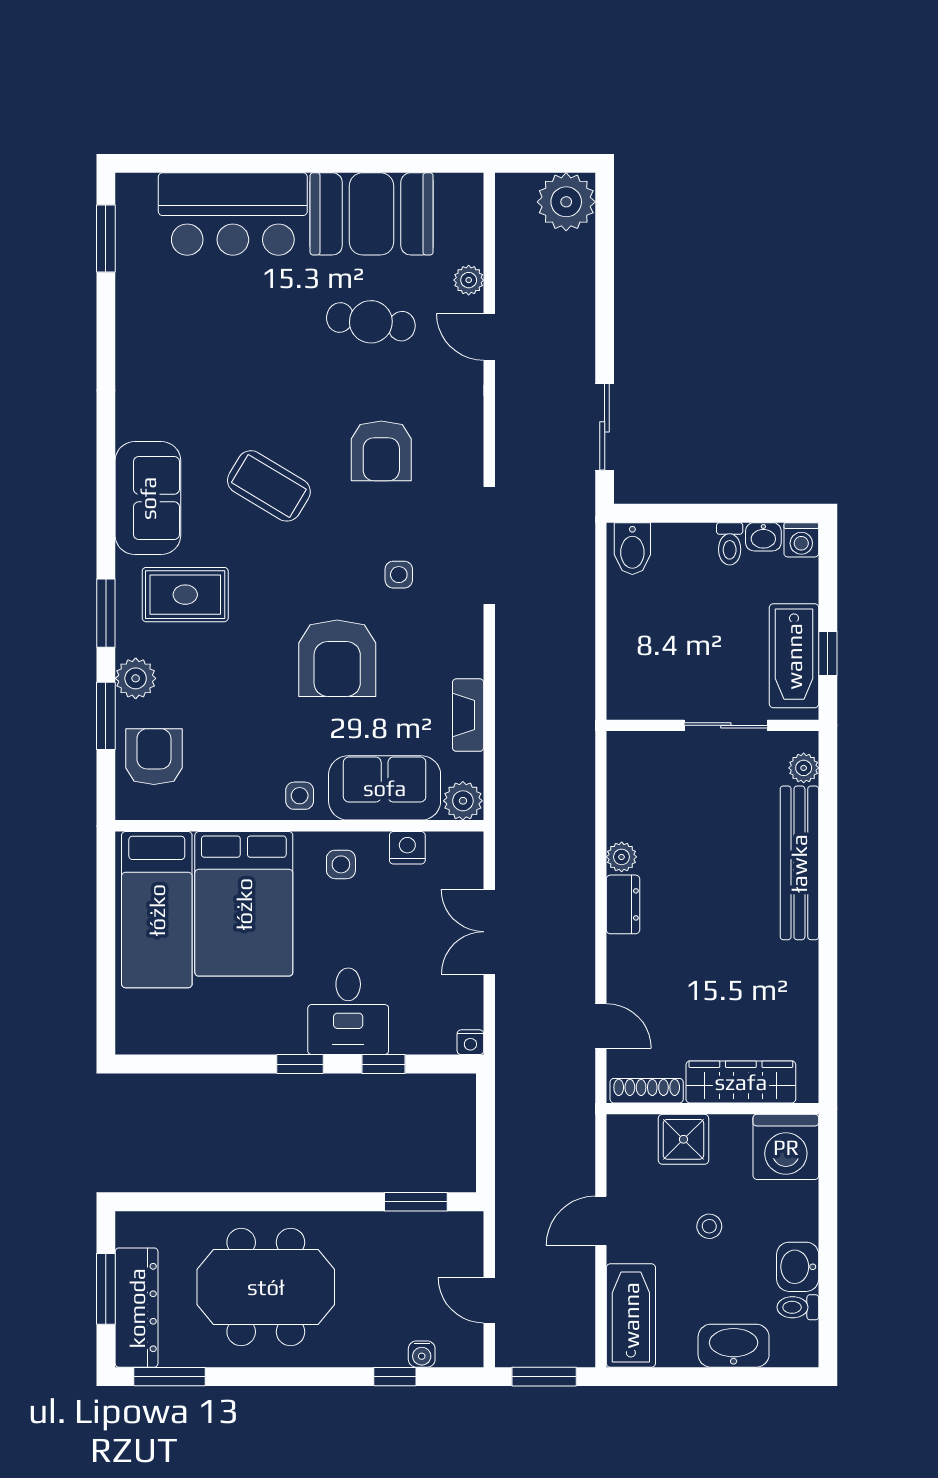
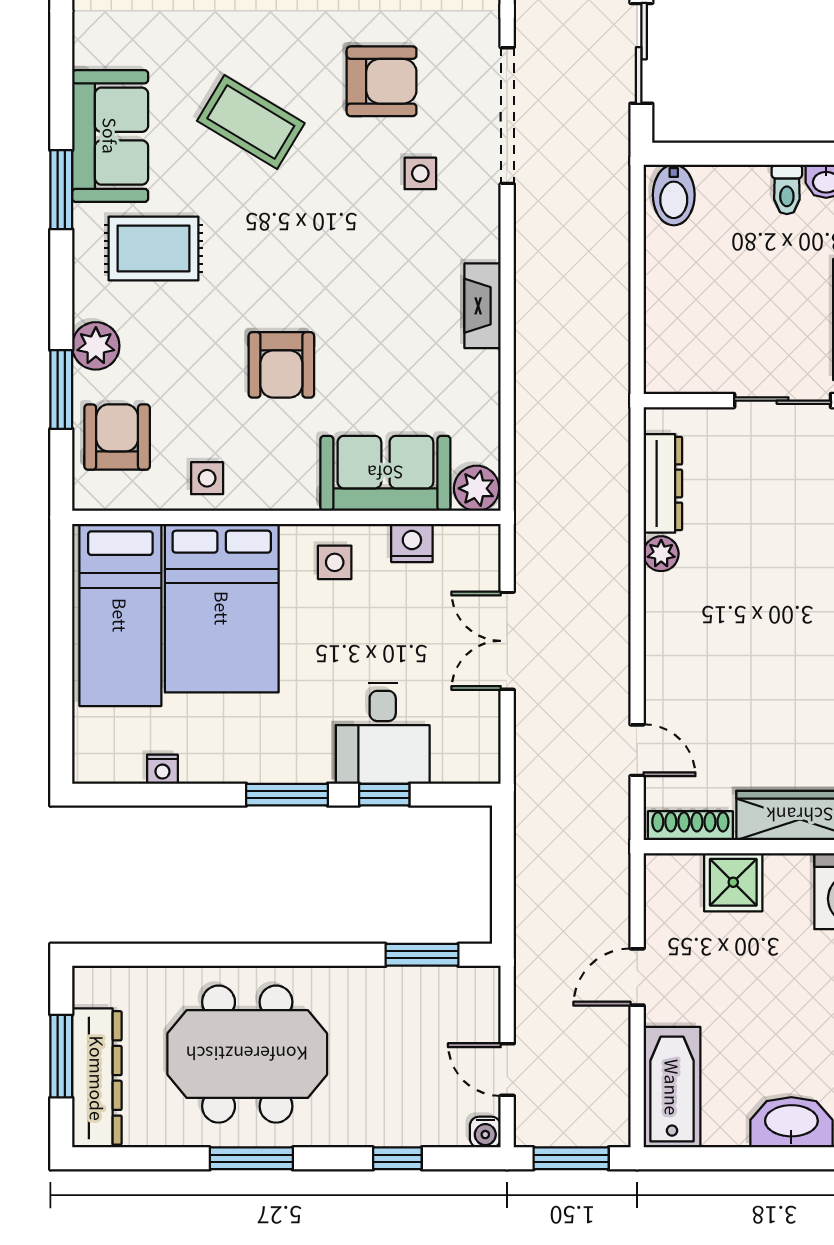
armchair: (381, 451) -> (382, 81), turned -90
doorway: (489, 546) -> (507, 116), moved
side table: (399, 575) -> (420, 173), moved
window: (106, 613) -> (61, 190), moved
armchair: (337, 658) -> (281, 365), moved, width x0.73, depth x0.73
fireplace: (468, 715) -> (483, 306), moved
side table: (300, 796) -> (207, 478), moved
dresser: (623, 904) -> (663, 483), moved, width x1.44
desk: (348, 1011) -> (383, 733), moved
nightstand: (470, 1042) -> (162, 769), moved
window: (300, 1064) -> (287, 795), width x1.50
stool: (709, 1226) -> (763, 983), removed
water cooler: (422, 1354) -> (485, 1132), moved
window: (169, 1377) -> (251, 1158), moved

